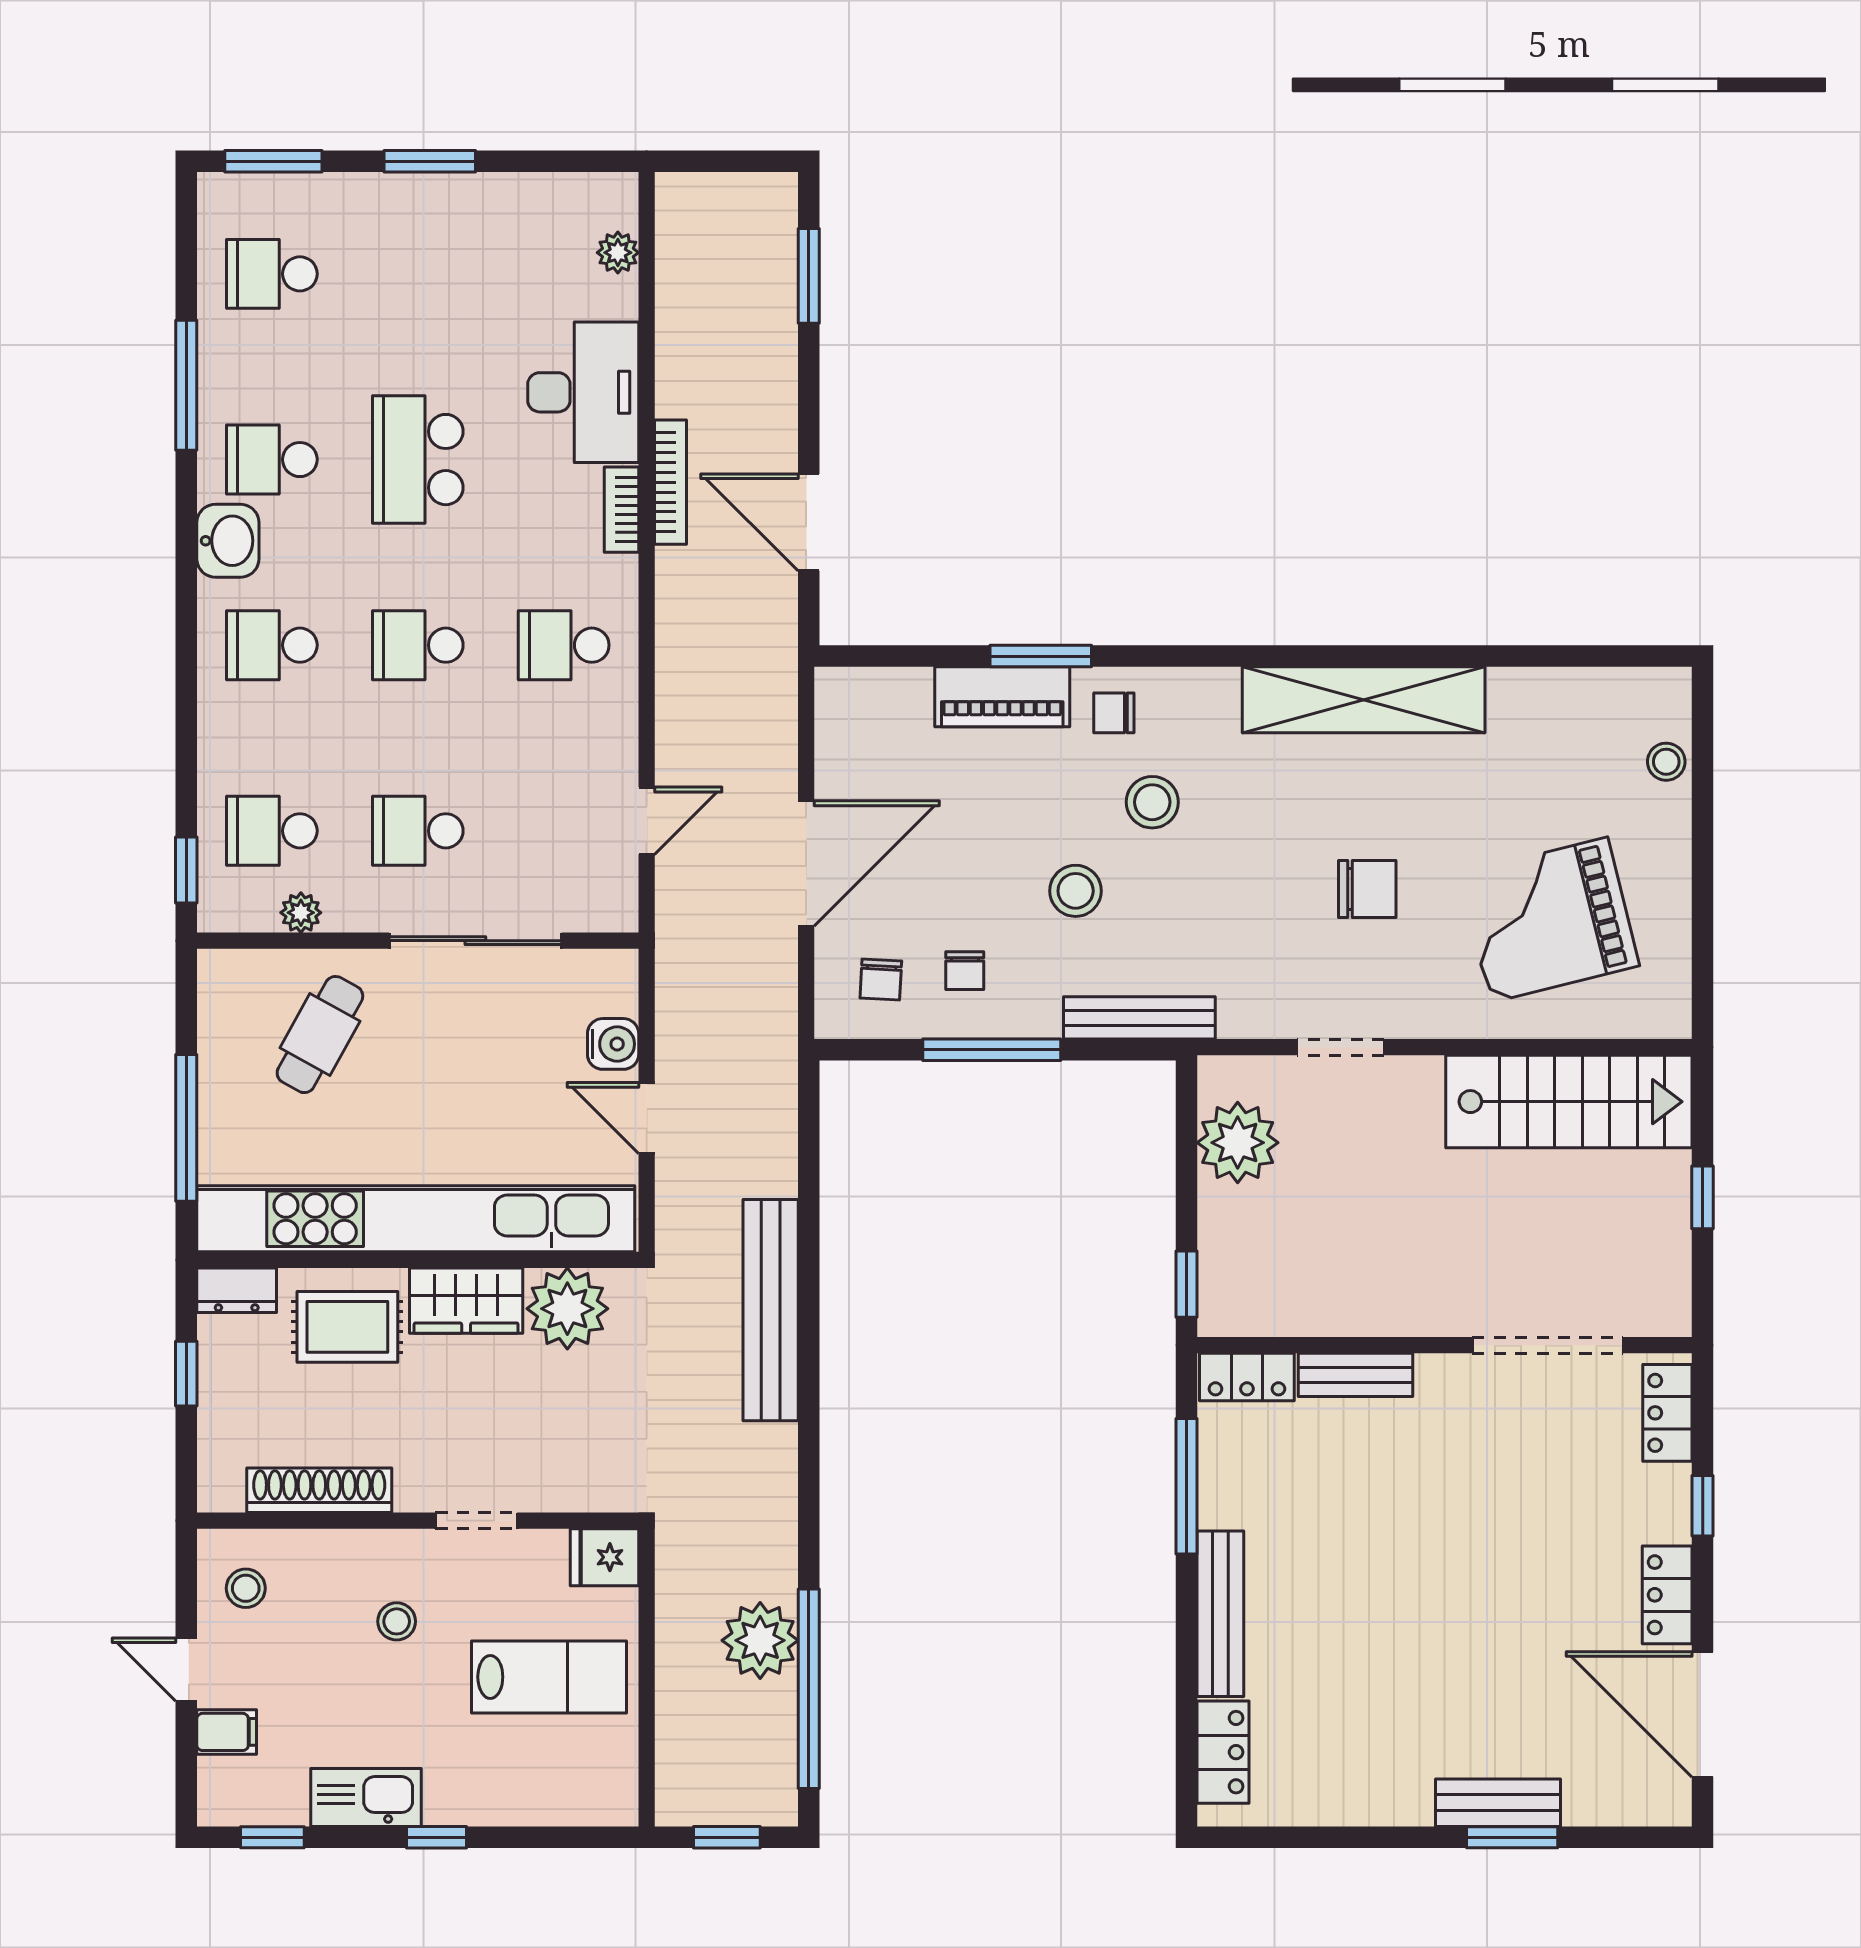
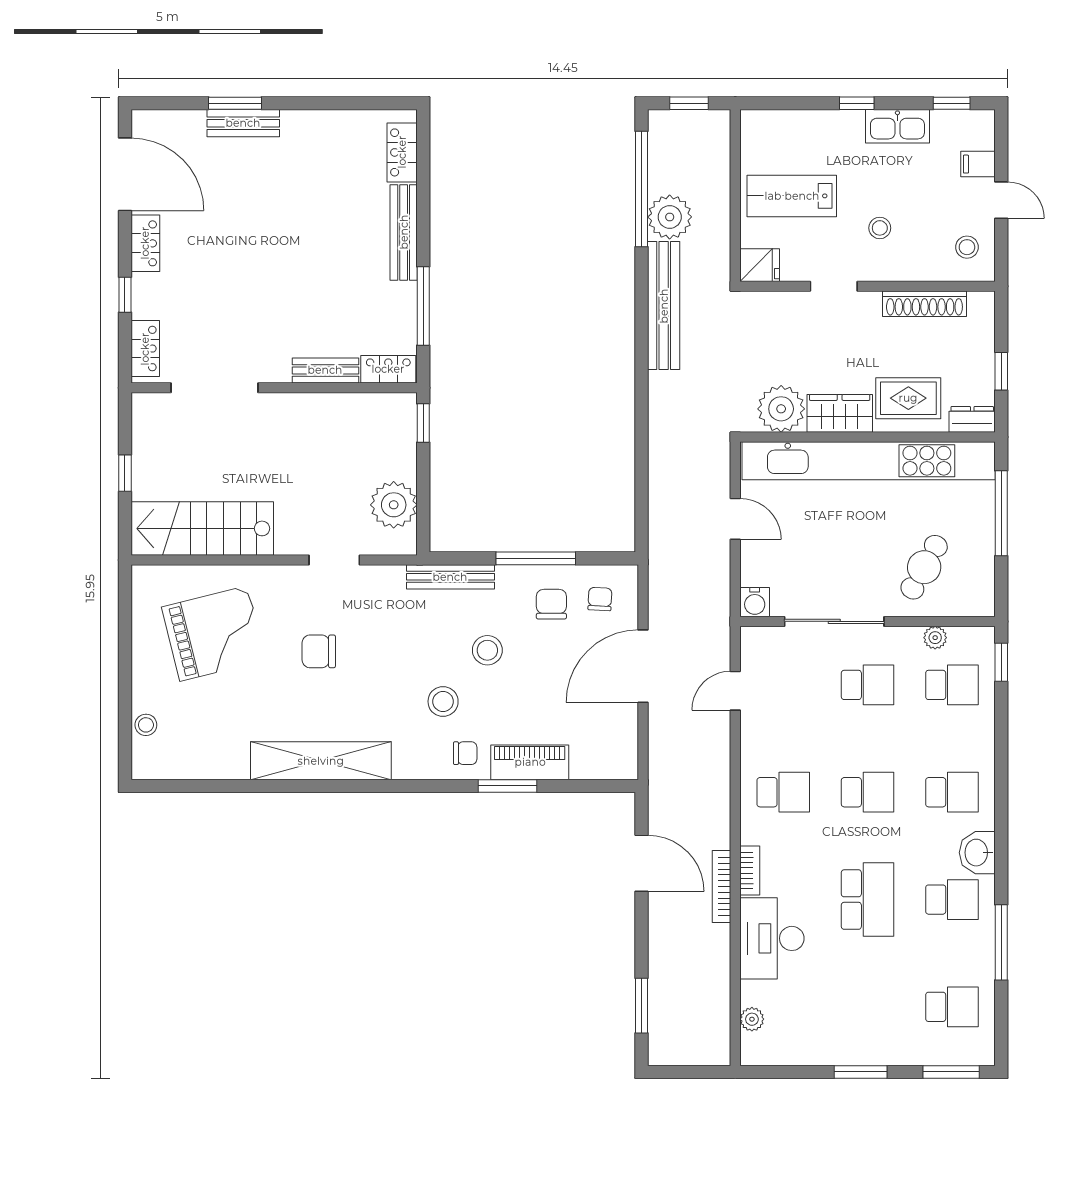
chair: (965, 971) -> (551, 604), width x1.37, depth x1.37
water cooler: (613, 1044) -> (755, 602), moved, turned -90
bench: (771, 1310) -> (664, 306), moved

